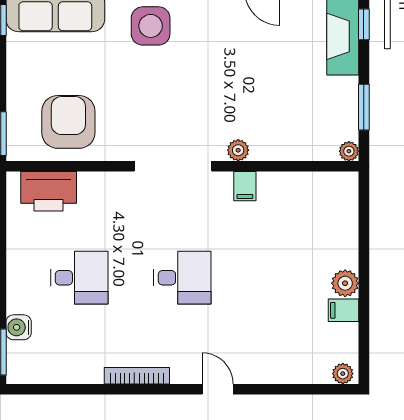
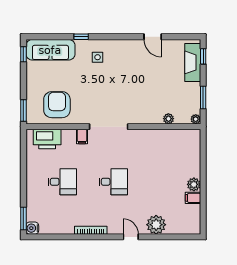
side table: (151, 26) -> (98, 57), width x0.54, depth x0.54
plant: (238, 150) -> (168, 119), moved
filing cabinet: (245, 186) -> (82, 136), moved
water cooler: (19, 327) -> (32, 228), moved
plant: (343, 374) -> (156, 225), moved, width x1.87, depth x1.87

